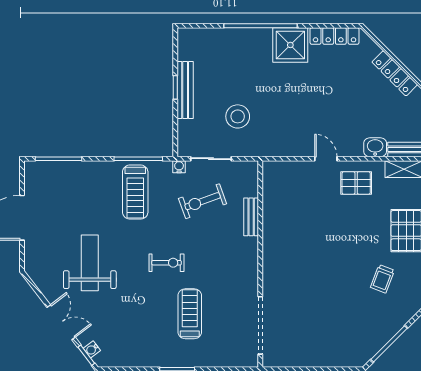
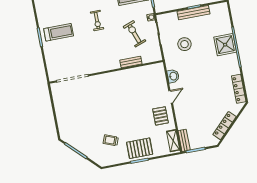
shower: (290, 45) -> (225, 45), moved
washbasin: (375, 147) -> (173, 76), moved
treadmill: (190, 314) -> (59, 32), moved

